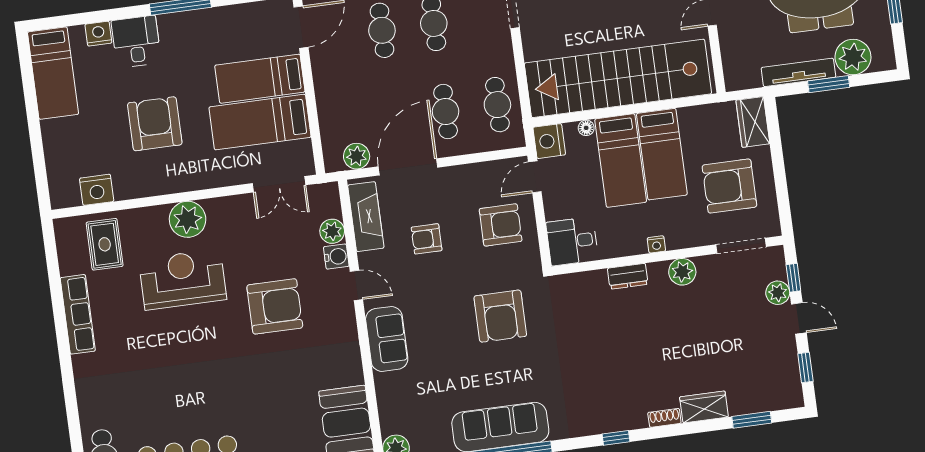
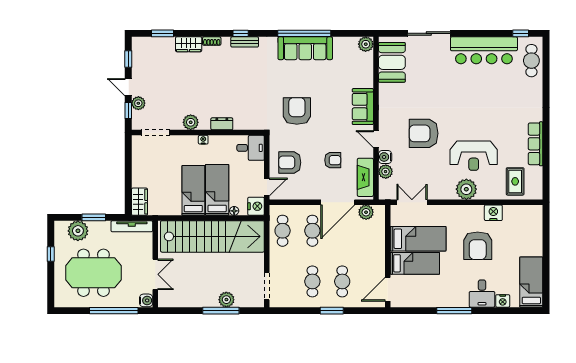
tv unit: (798, 72) -> (132, 226), moved
armchair: (729, 186) -> (158, 167), removed
nightstand: (97, 190) -> (493, 213), moved
bench: (607, 424) -> (245, 42), added

